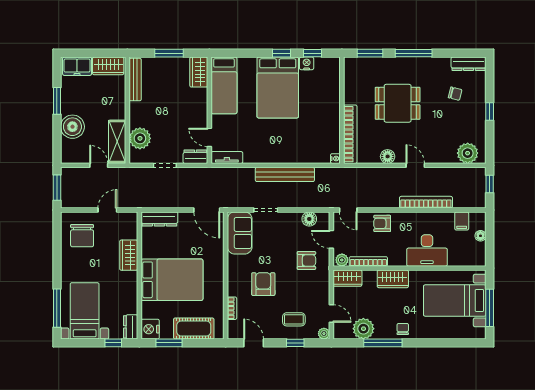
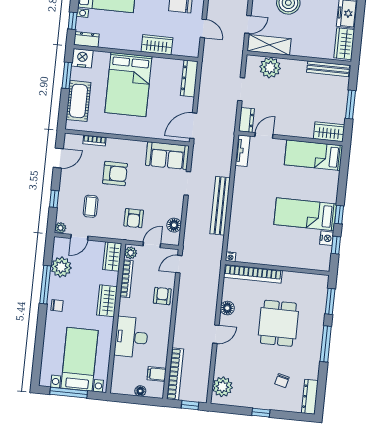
bed: (278, 87) -> (305, 214), width x0.67
bookcase: (426, 202) -> (175, 374), moved
coffee table: (294, 319) -> (91, 206), moved

